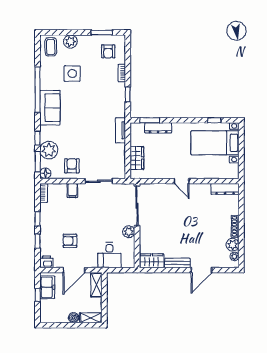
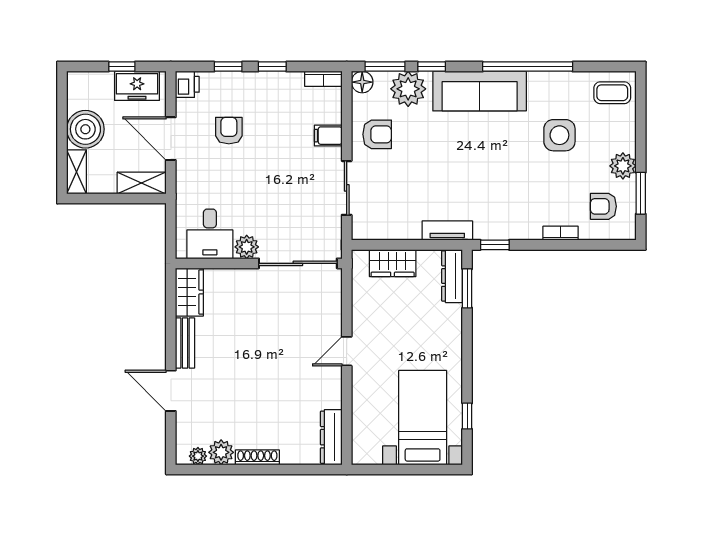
plant: (70, 41) -> (623, 166), moved
window: (128, 94) -> (495, 245), moved
sofa: (50, 108) -> (480, 91), width x1.36
dresser: (158, 128) -> (452, 276), moved
desk: (109, 255) -> (210, 234), moved, turned -90
boiler: (74, 318) -> (85, 129), width x1.86, depth x1.86

